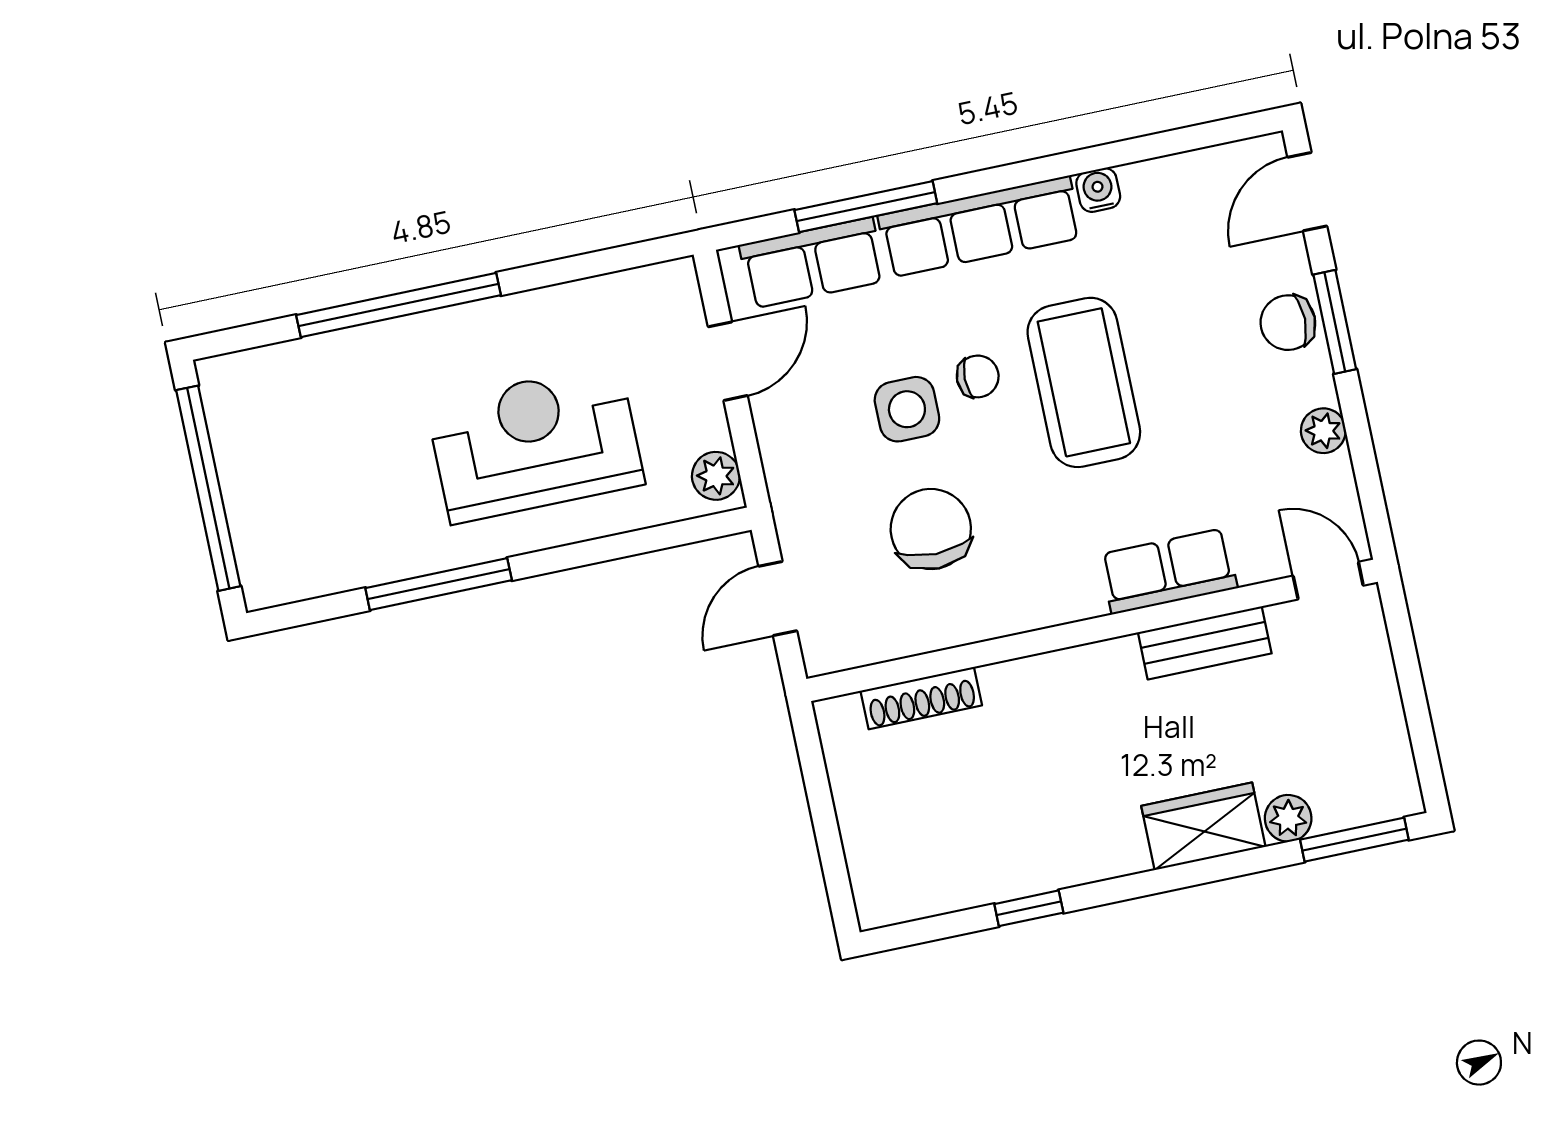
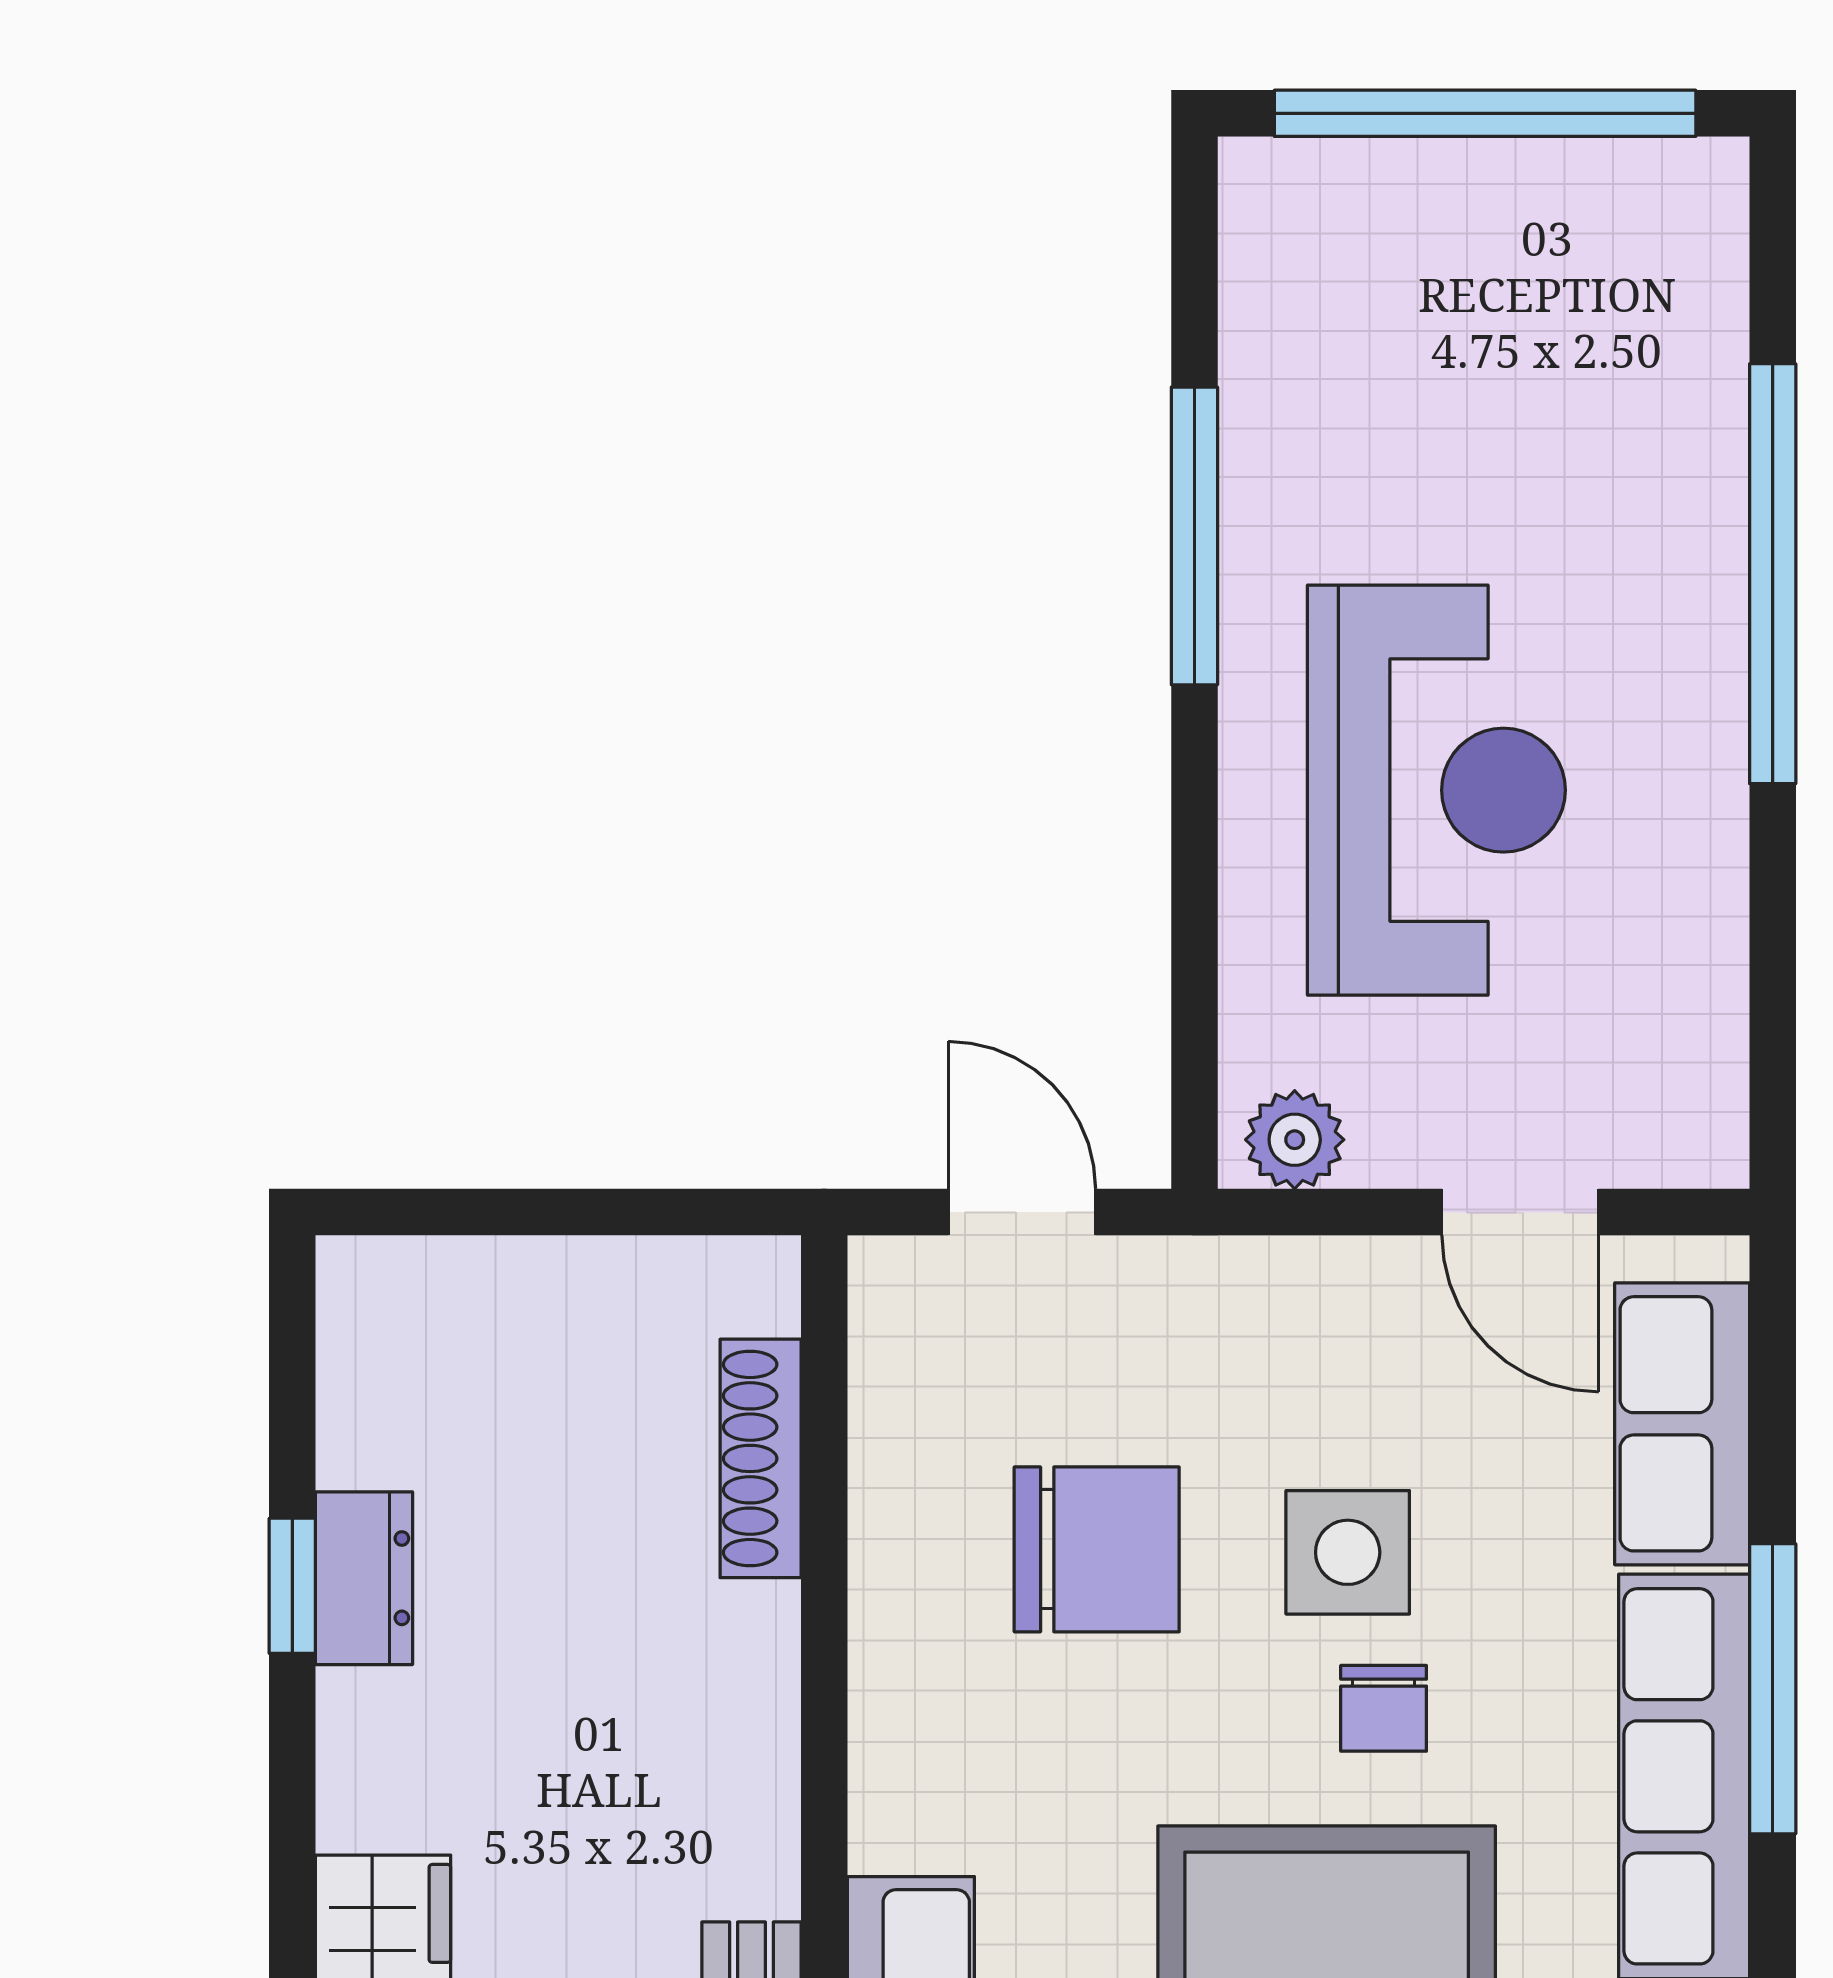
window: (866, 207) -> (1773, 1689), moved
dresser: (1018, 875) -> (364, 1578), added

